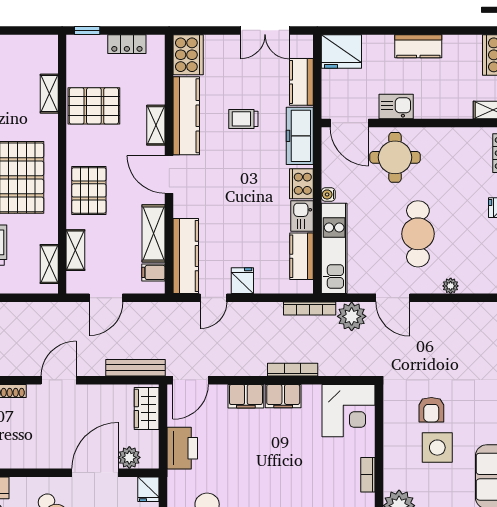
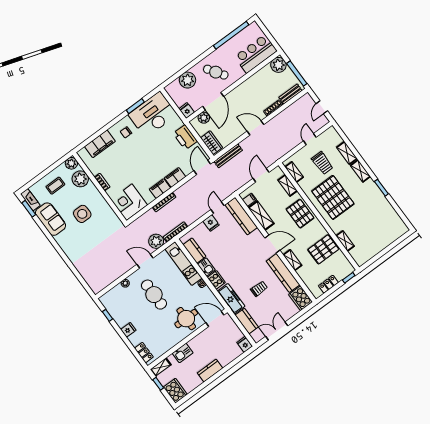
fridge: (341, 51) -> (245, 344), width x0.53, depth x0.75
kitchen sink: (396, 107) -> (183, 353), moved
door: (59, 380) -> (256, 128), swing flipped
armchair: (431, 410) -> (96, 227), removed

